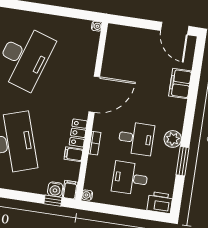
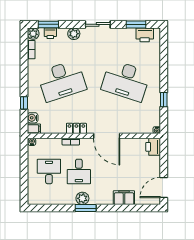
window: (57, 11) -> (164, 100), added
filing cabinet: (73, 154) -> (60, 127), removed
window: (183, 161) -> (86, 208), moved
window: (53, 201) -> (24, 103), moved
printer: (160, 203) -> (153, 147), moved, turned 180

